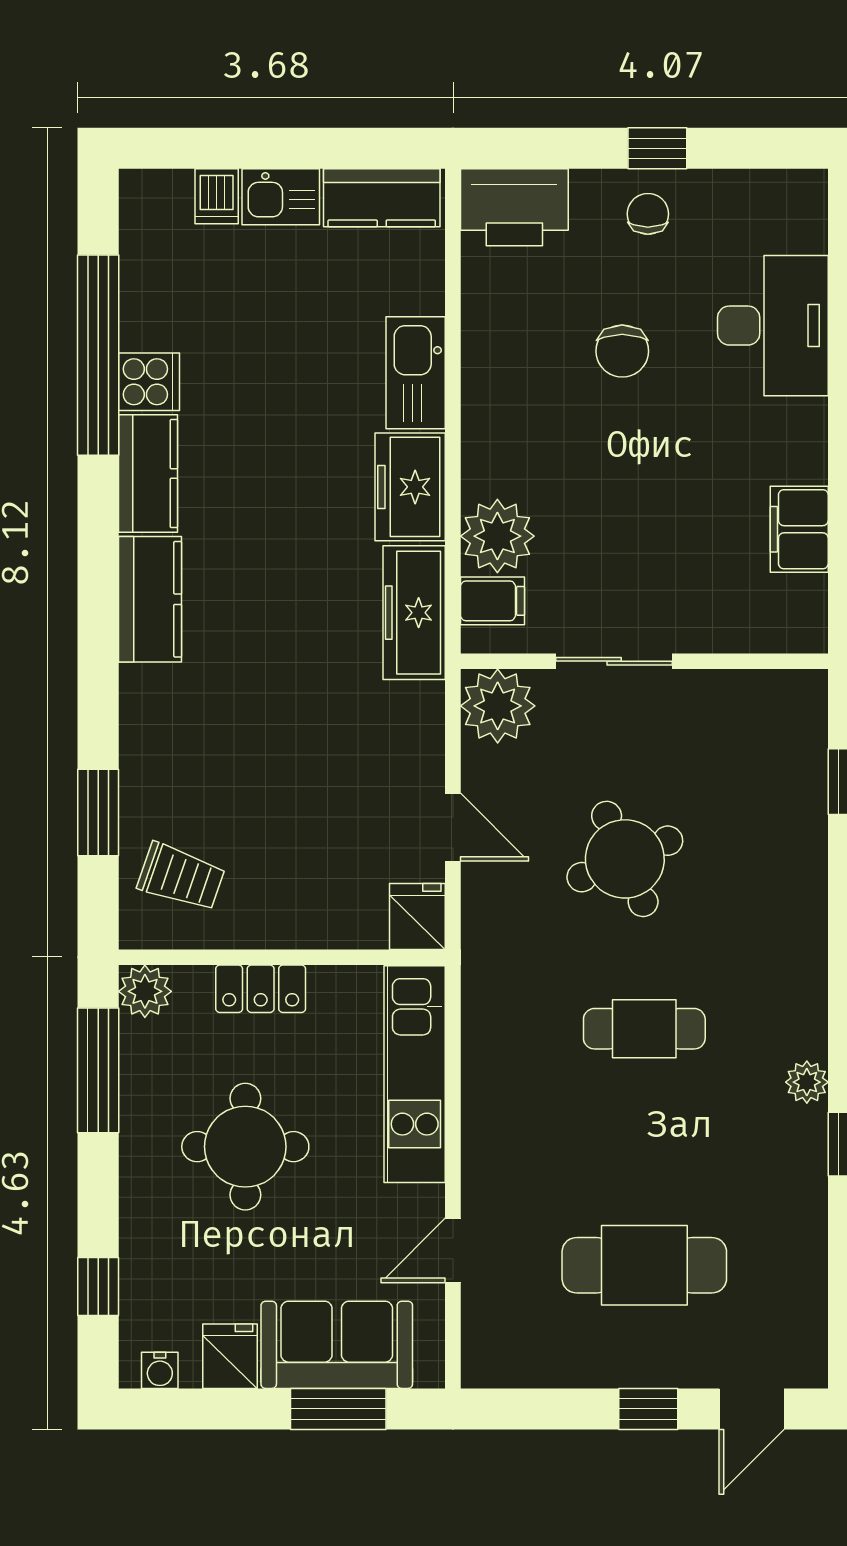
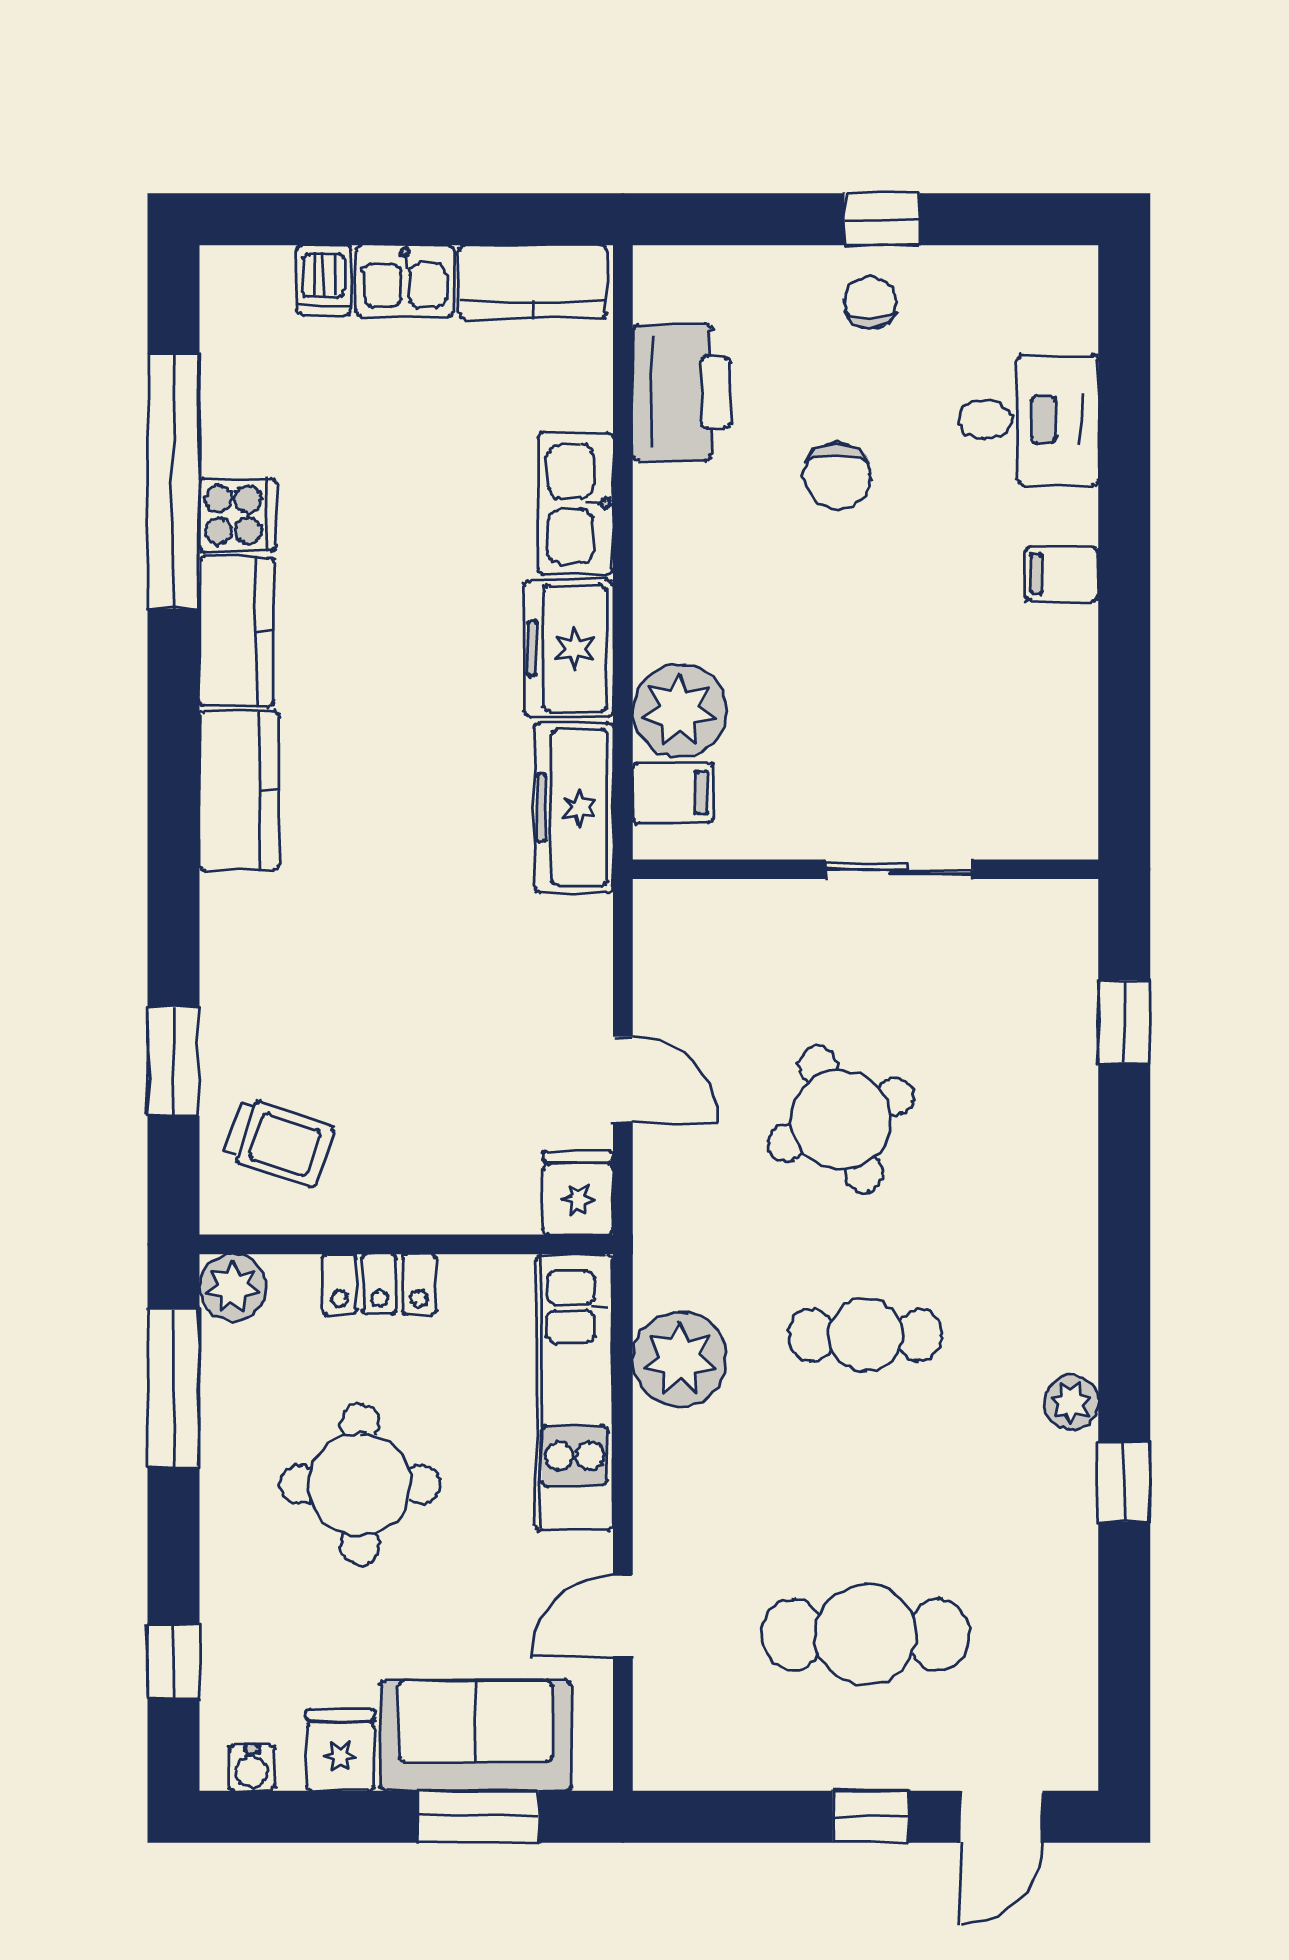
printer: (514, 207) -> (682, 392), moved, turned -90
desk: (773, 326) -> (1028, 420), width x0.73
filing cabinet: (799, 529) -> (1062, 574), moved, width x0.50
sliding door: (614, 661) -> (899, 869), moved
plant: (498, 706) -> (680, 1360), moved

